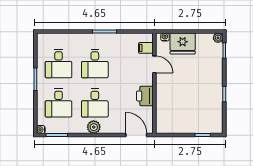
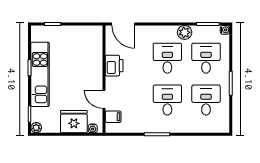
kitchen unit: (214, 88) -> (40, 74), added
plant: (94, 127) -> (185, 32), moved

